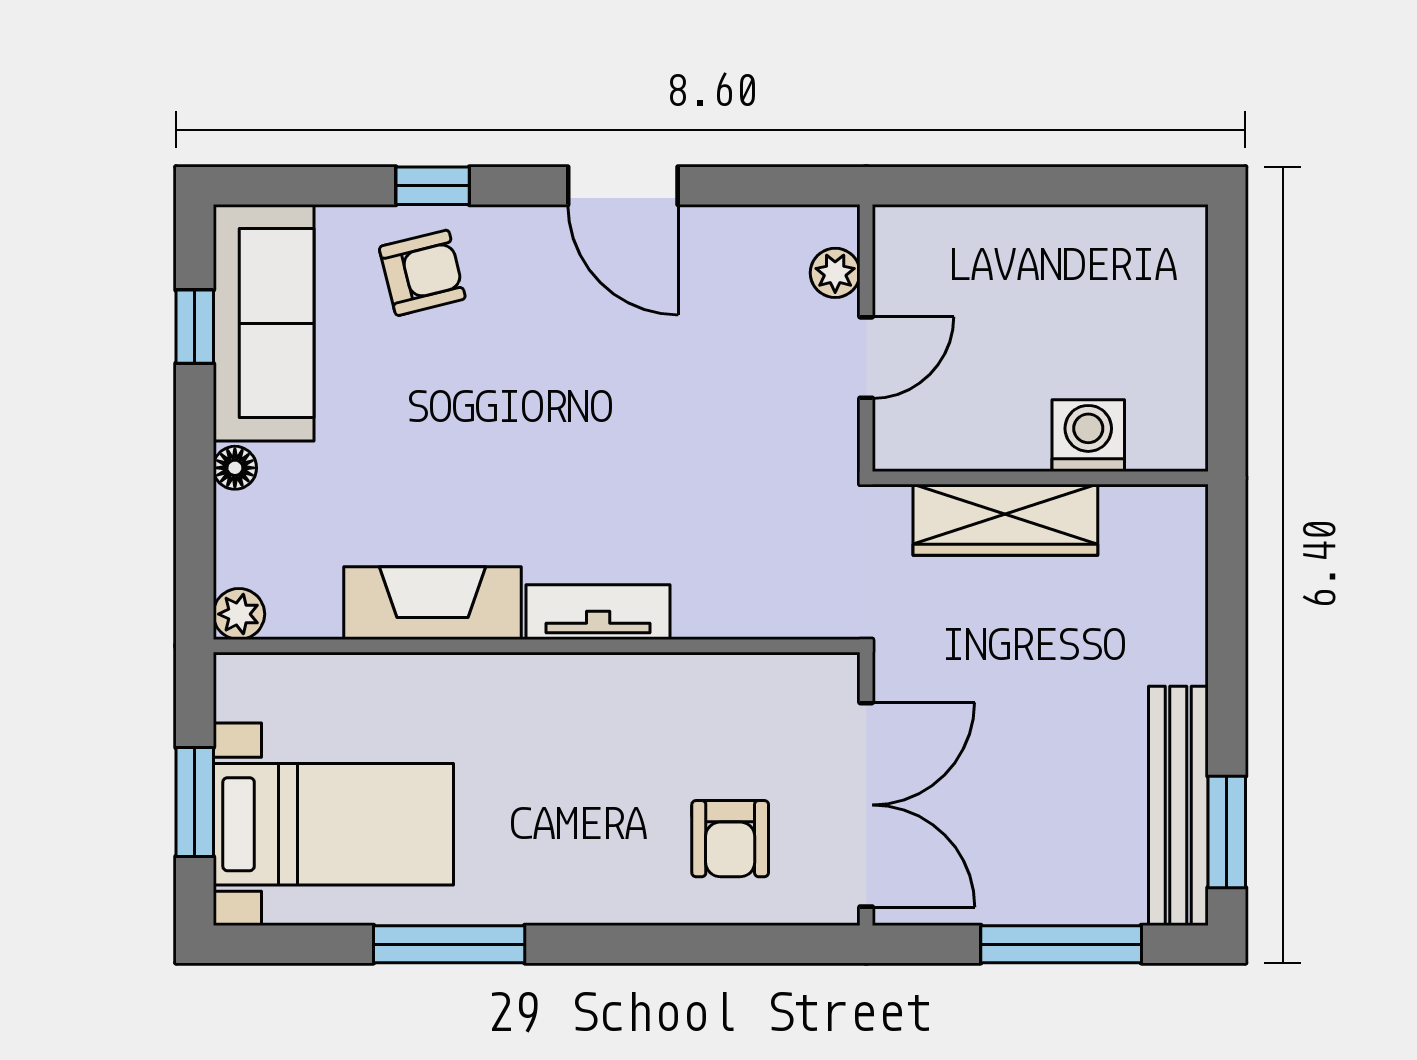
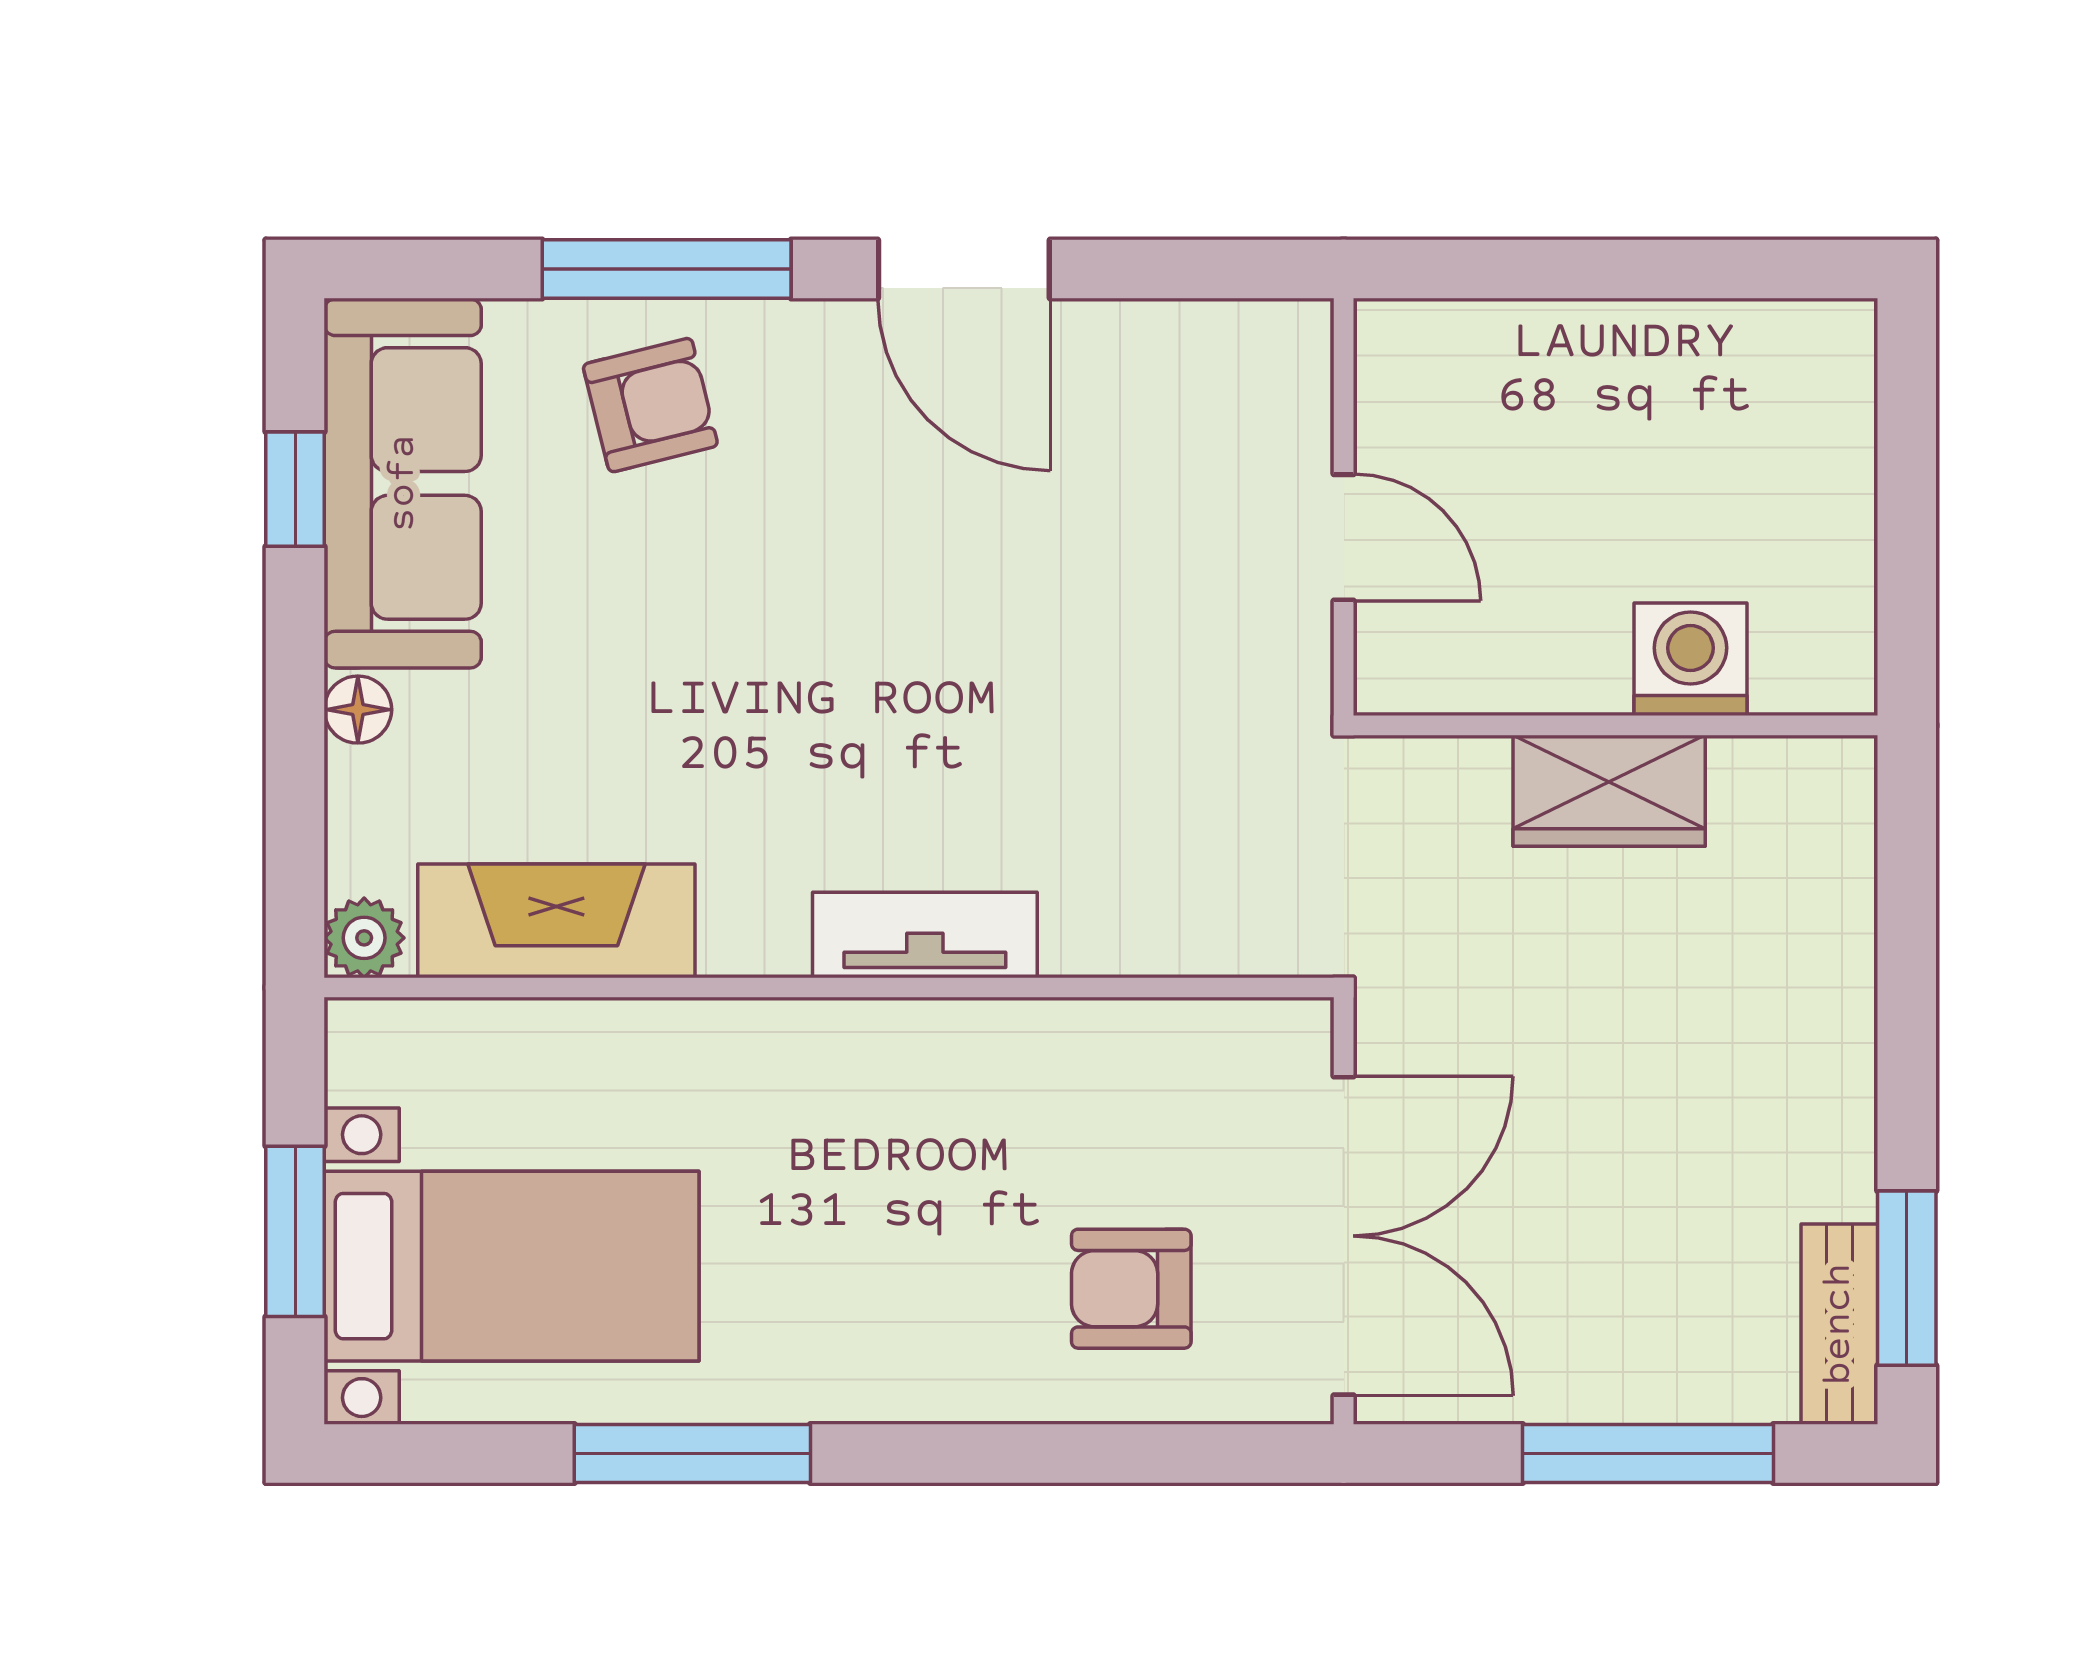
window: (433, 186) -> (667, 269), width x2.17
plant: (835, 273) -> (1295, 405), removed
door: (866, 358) -> (1344, 537), hinge flipped
wardrobe: (1005, 520) -> (1609, 791), width x0.67
fireplace: (432, 603) -> (556, 921), moved
bench: (1178, 806) -> (1839, 1324), width x0.54, depth x0.82
armchair: (730, 839) -> (1131, 1289), turned 90

